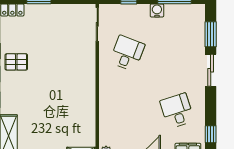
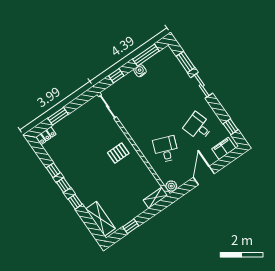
desk: (127, 53) -> (166, 149), moved
pallet: (16, 62) -> (118, 153), moved

